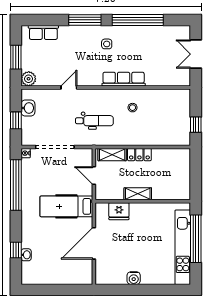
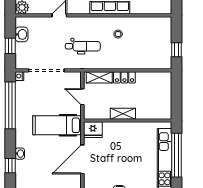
fridge: (119, 211) -> (93, 130), moved
washbasin: (26, 255) -> (20, 154), moved

